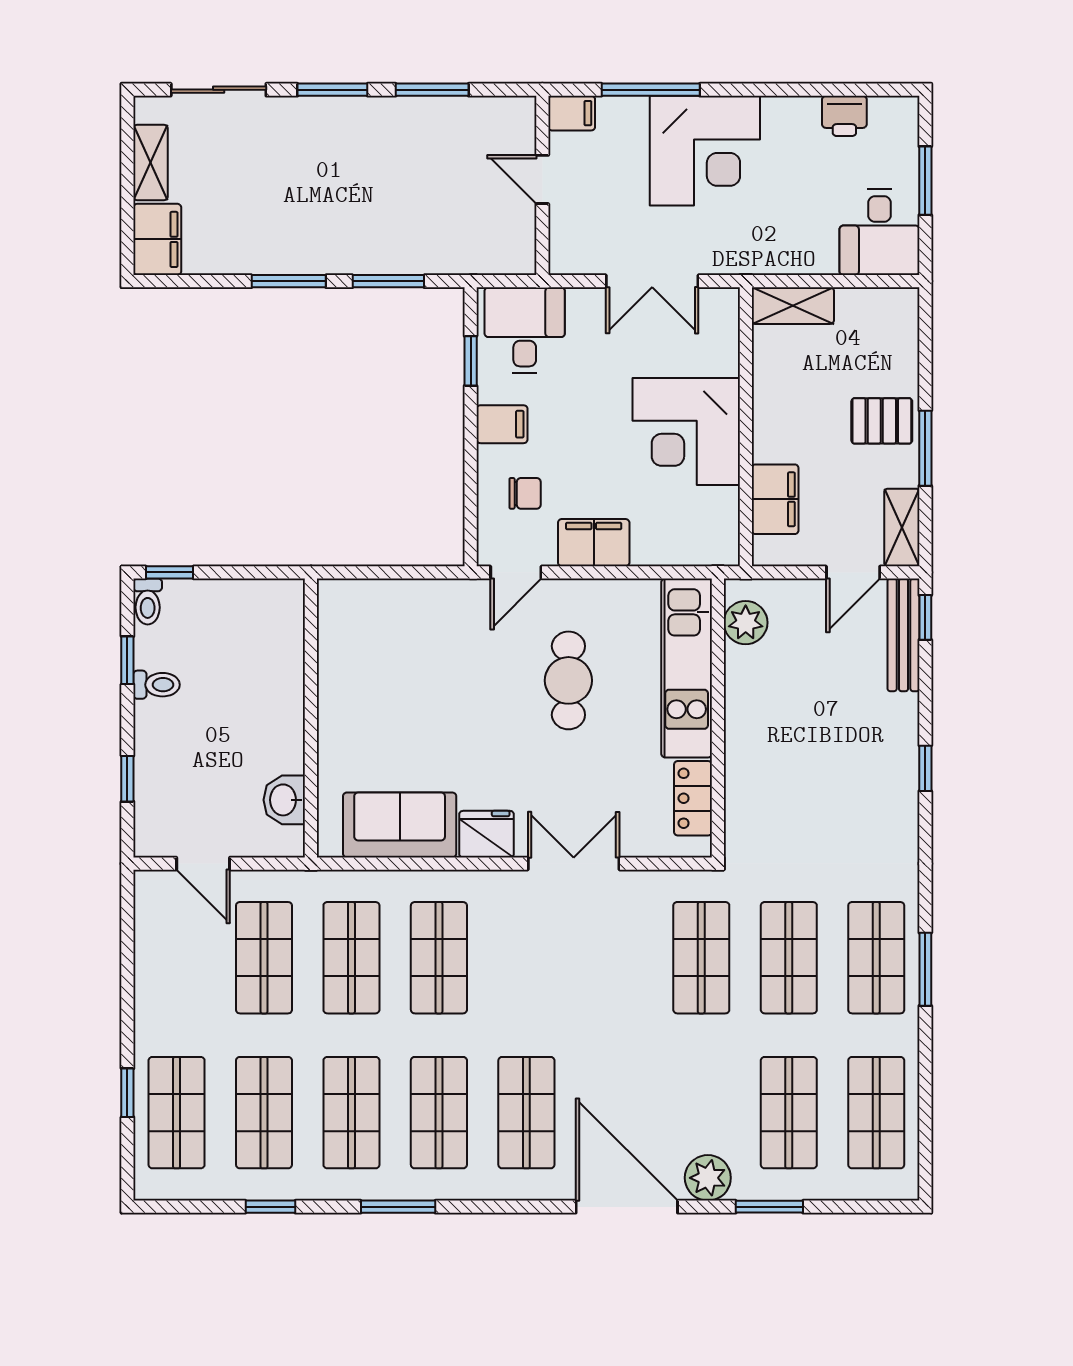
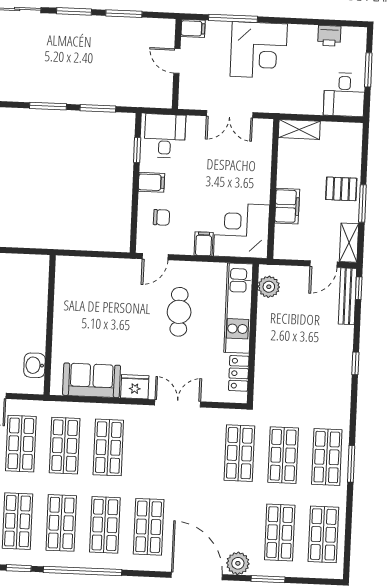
corner desk: (686, 432) -> (242, 231), moved, turned 90
filing cabinet: (775, 499) -> (287, 206), moved
filing cabinet: (594, 543) -> (204, 244), width x0.50
window: (398, 1207) -> (82, 571), width x2.11

